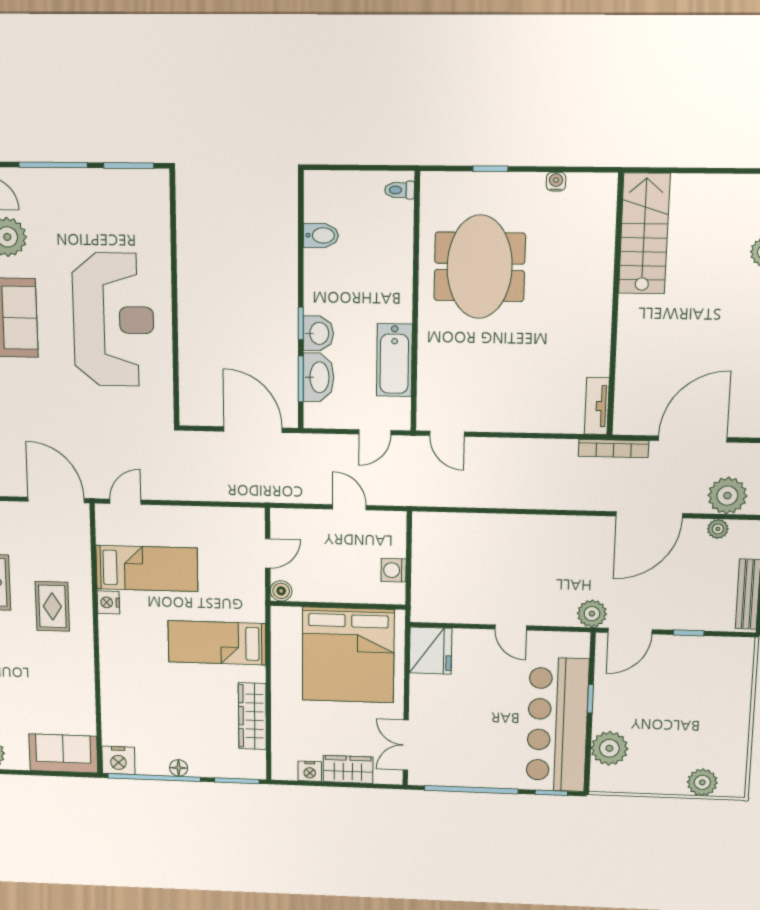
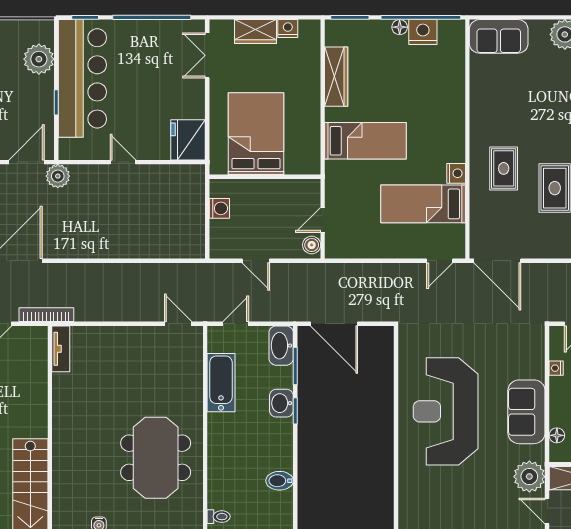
washbasin: (319, 377) -> (281, 346), moved
boiler: (281, 591) -> (312, 245), moved
bed: (348, 655) -> (256, 134), width x0.73
double door: (406, 745) -> (207, 55), swing flipped
nightstand: (118, 760) -> (423, 32), moved

